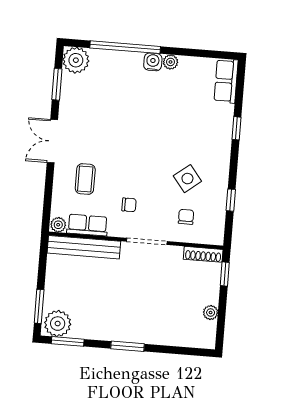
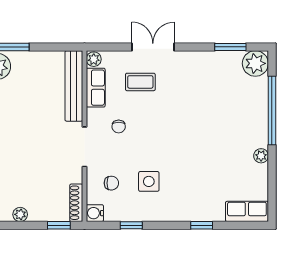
water cooler: (153, 62) -> (95, 213), moved, turned 180
double door: (52, 141) -> (153, 47), moved
side table: (187, 179) -> (149, 181), turned 38

